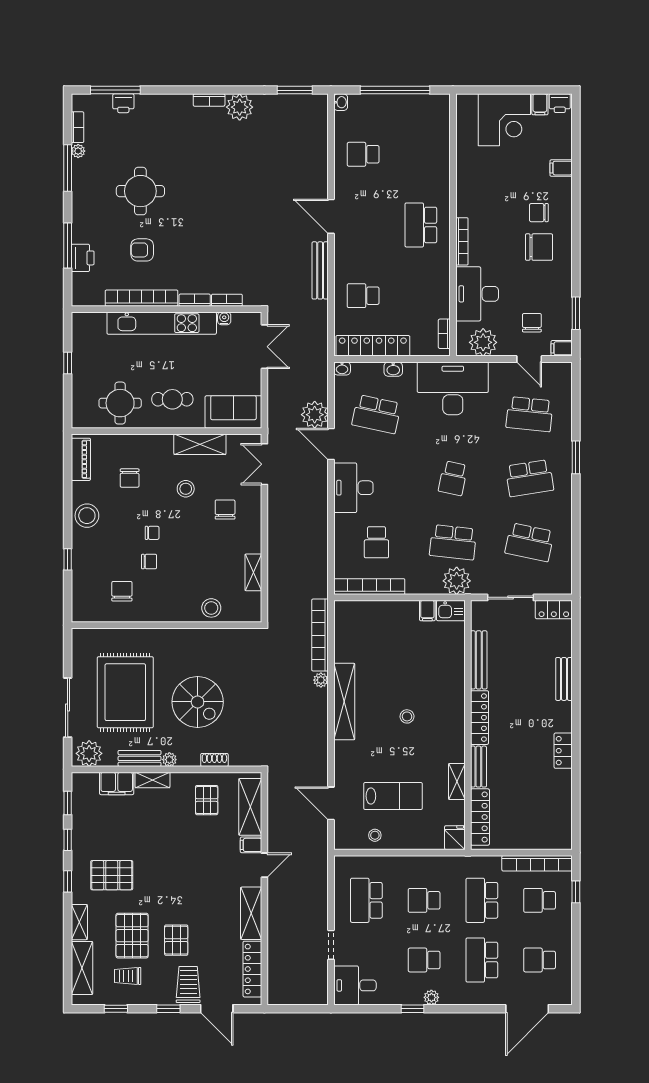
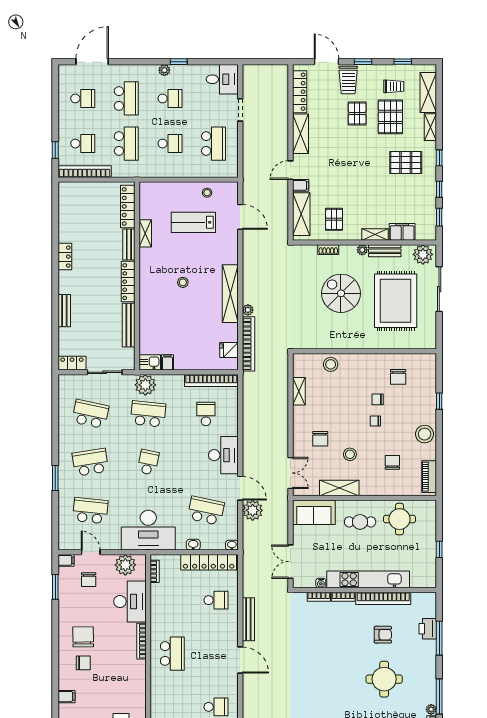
chair: (539, 247) -> (83, 637), turned 89
fridge: (455, 838) -> (229, 350), moved, turned 90

